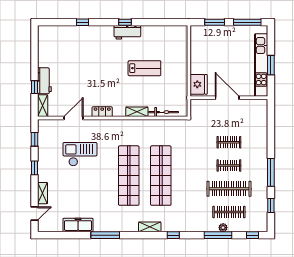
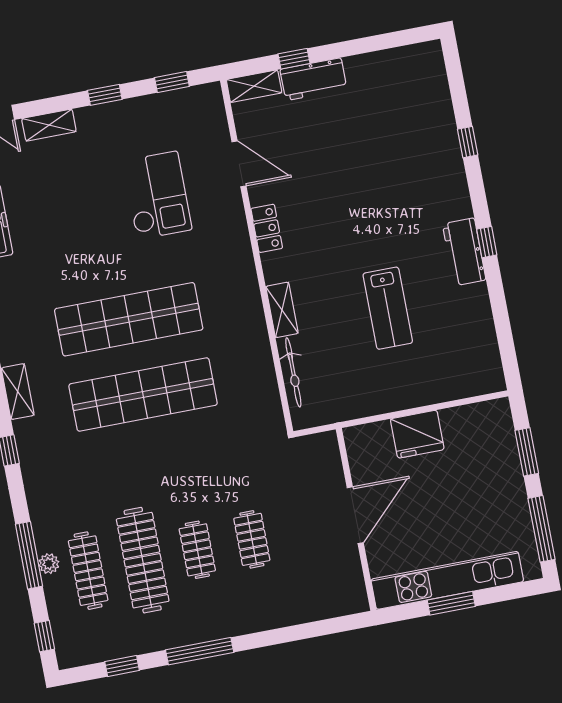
fridge: (199, 84) -> (417, 434), moved

